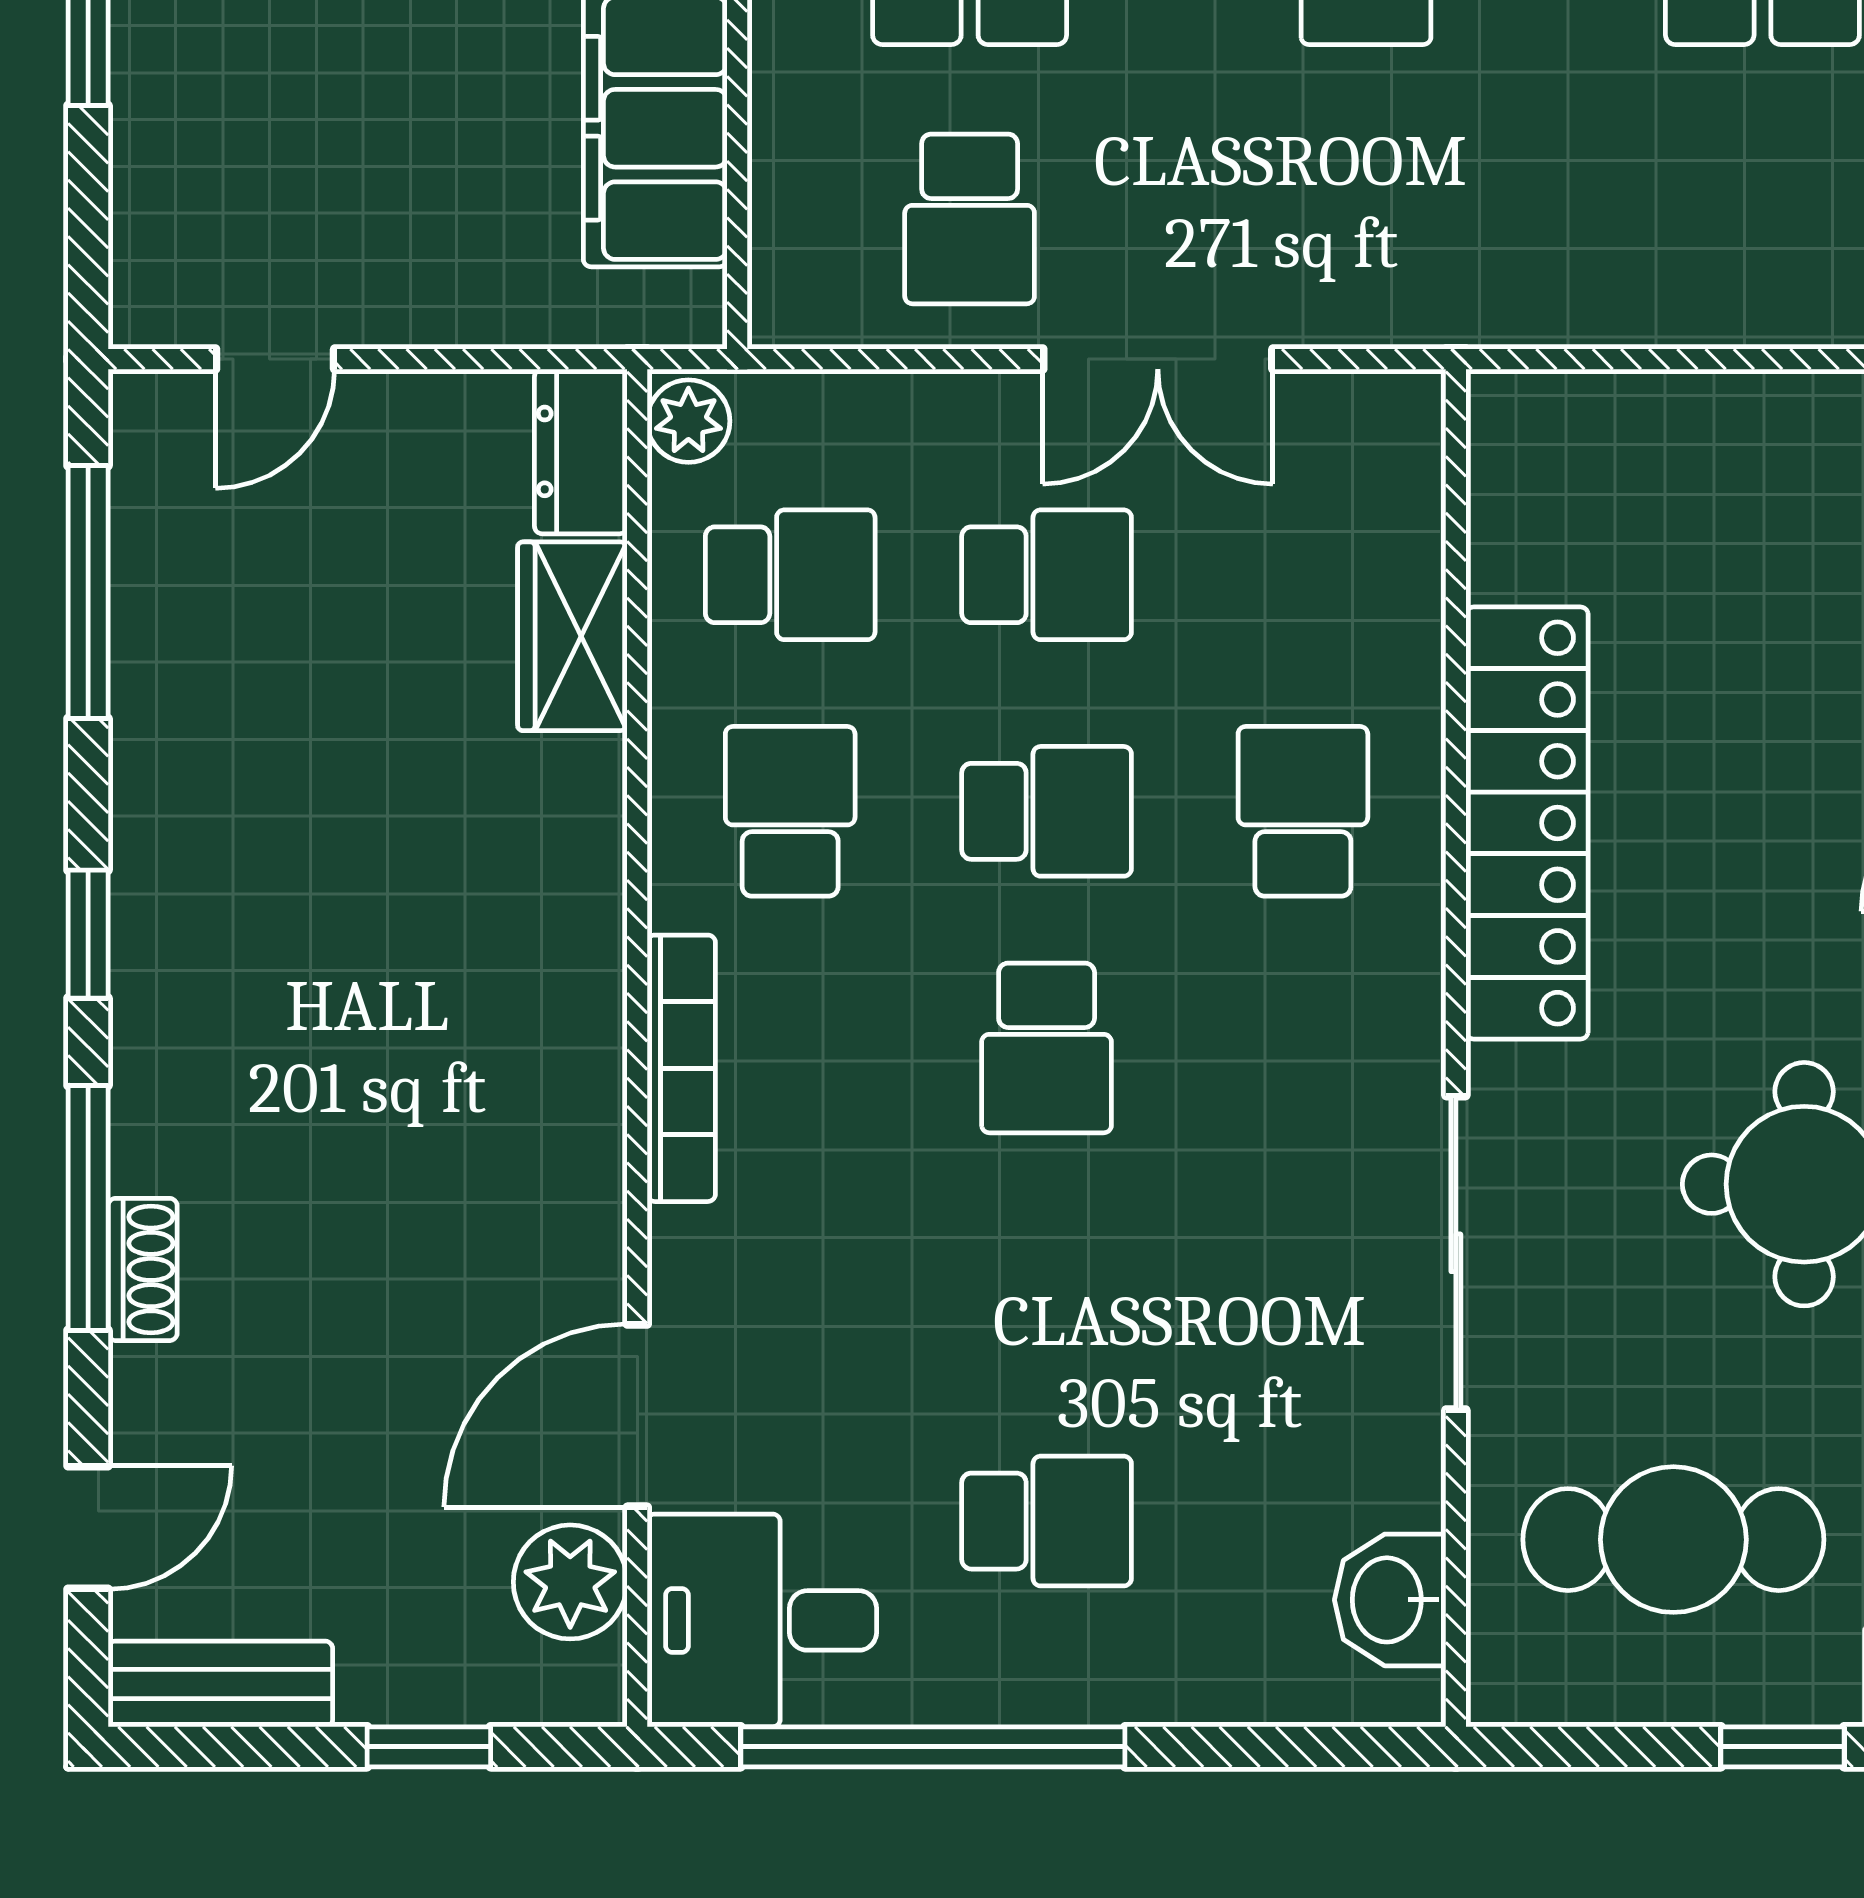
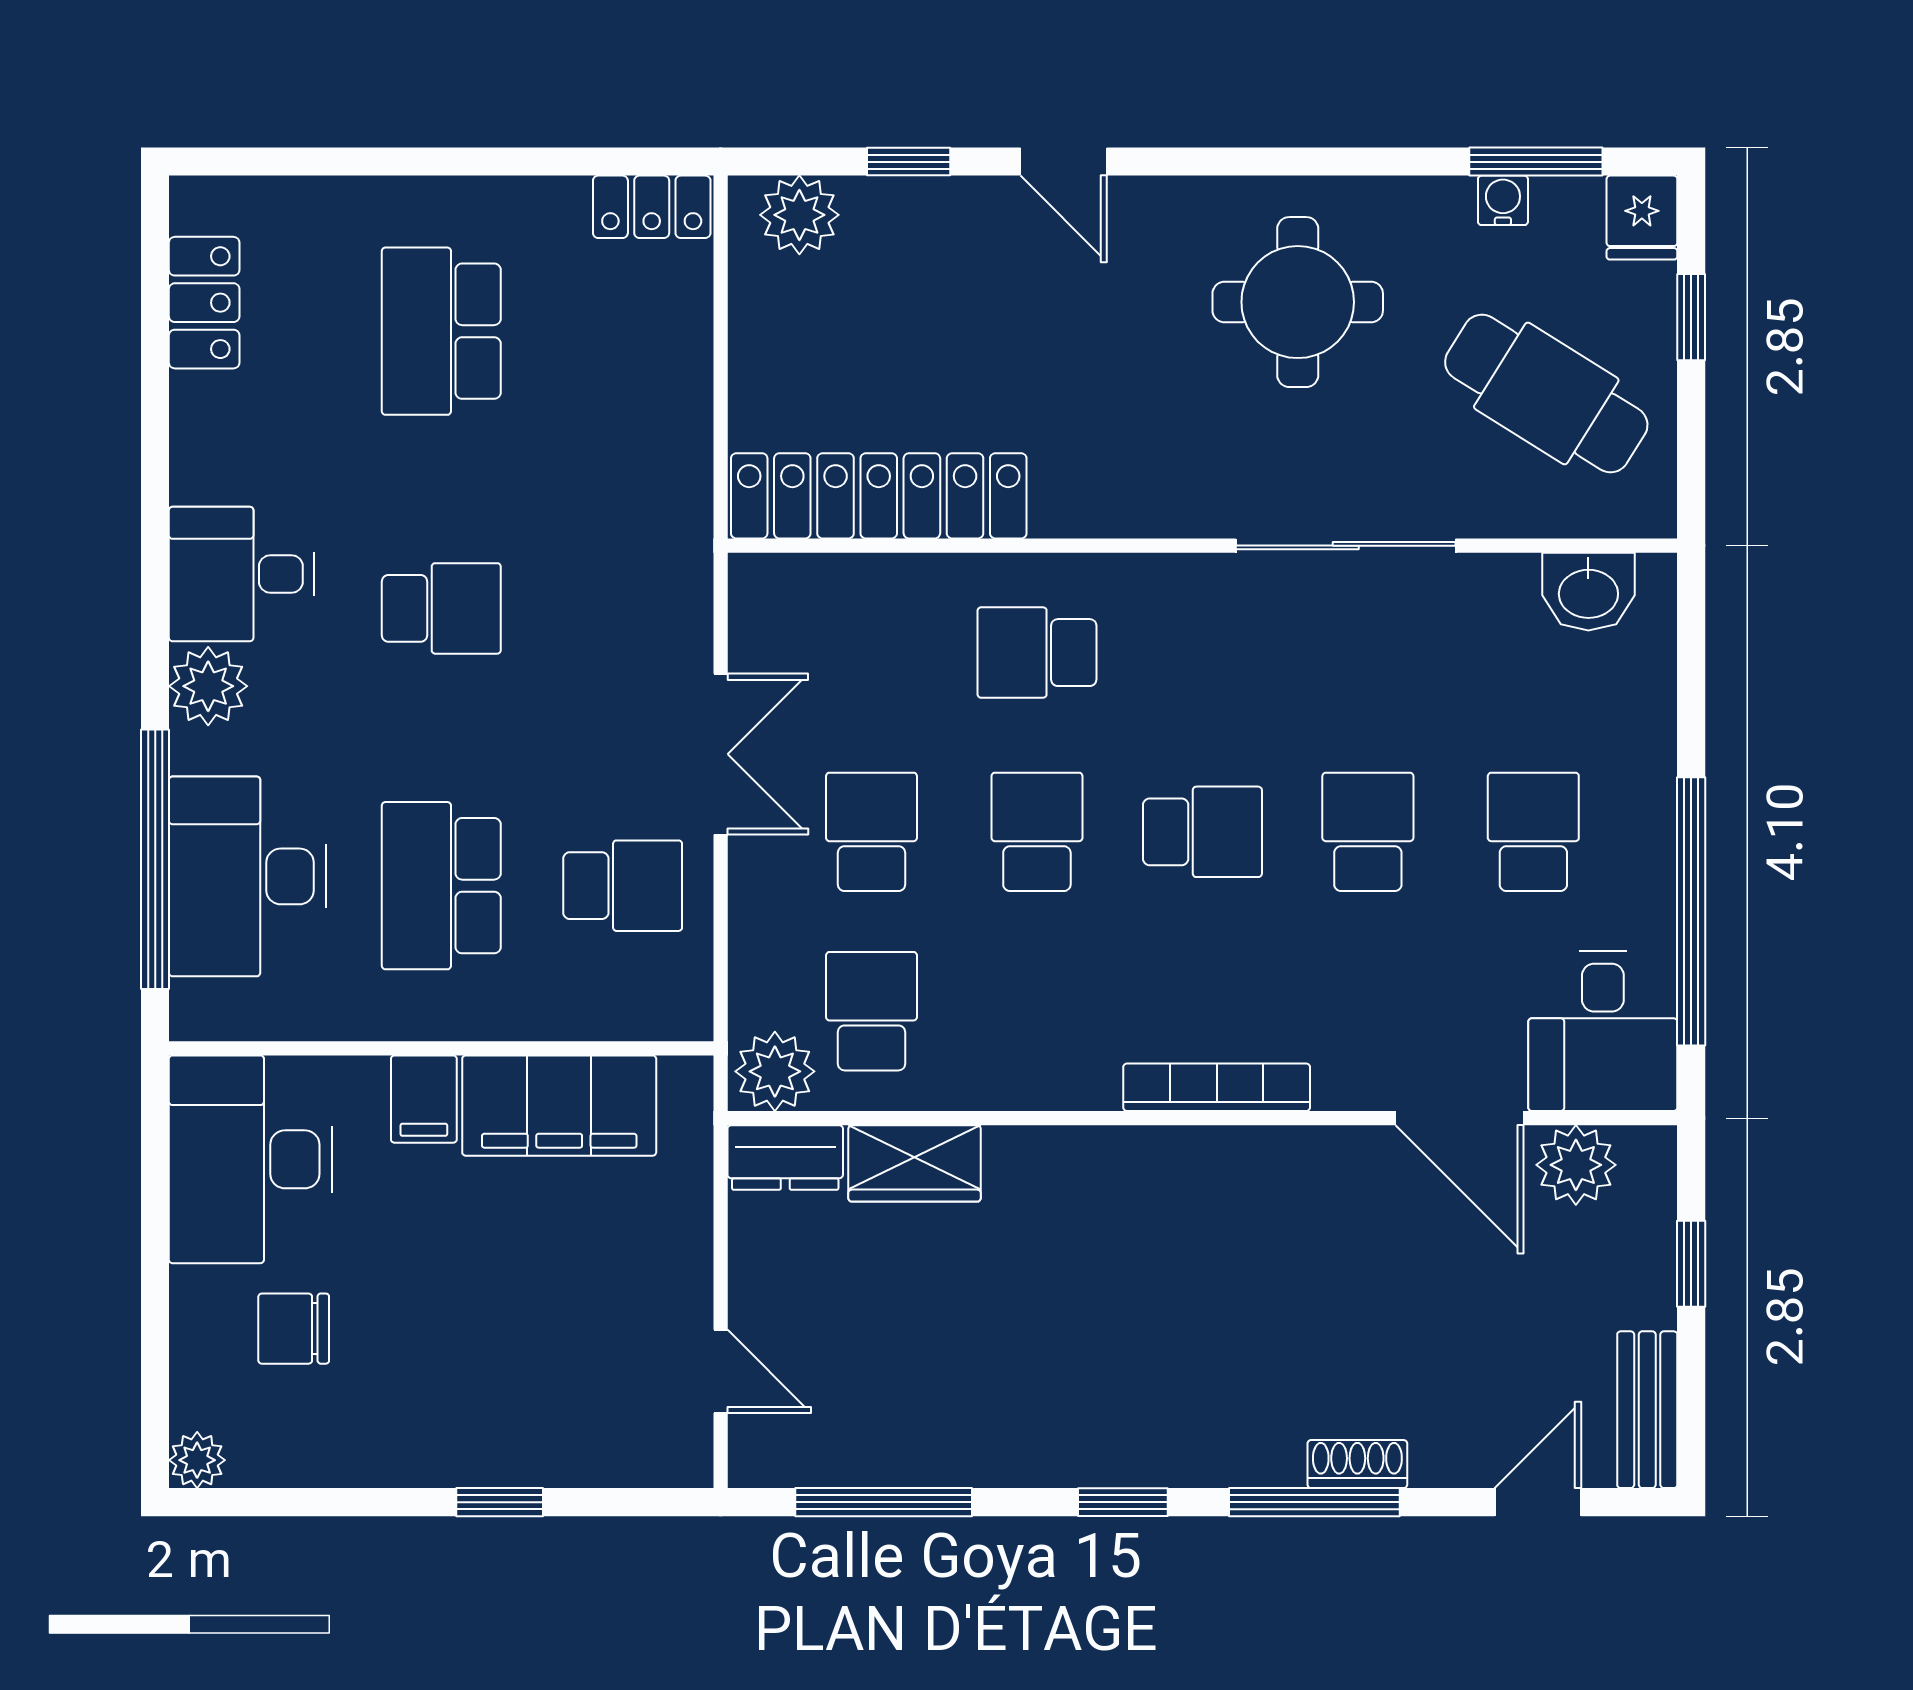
plant: (688, 421) -> (775, 1071), width x1.38, depth x1.38
school desk: (790, 811) -> (1368, 832), moved, turned 90
locker: (1527, 823) -> (879, 496), moved
door: (88, 1527) -> (1538, 1502), hinge flipped
cafe table: (1673, 1540) -> (1546, 393), turned -58

